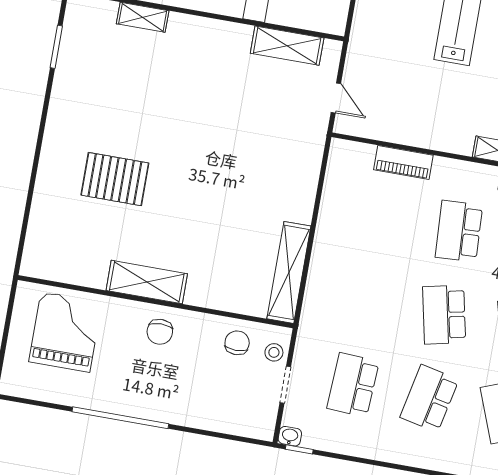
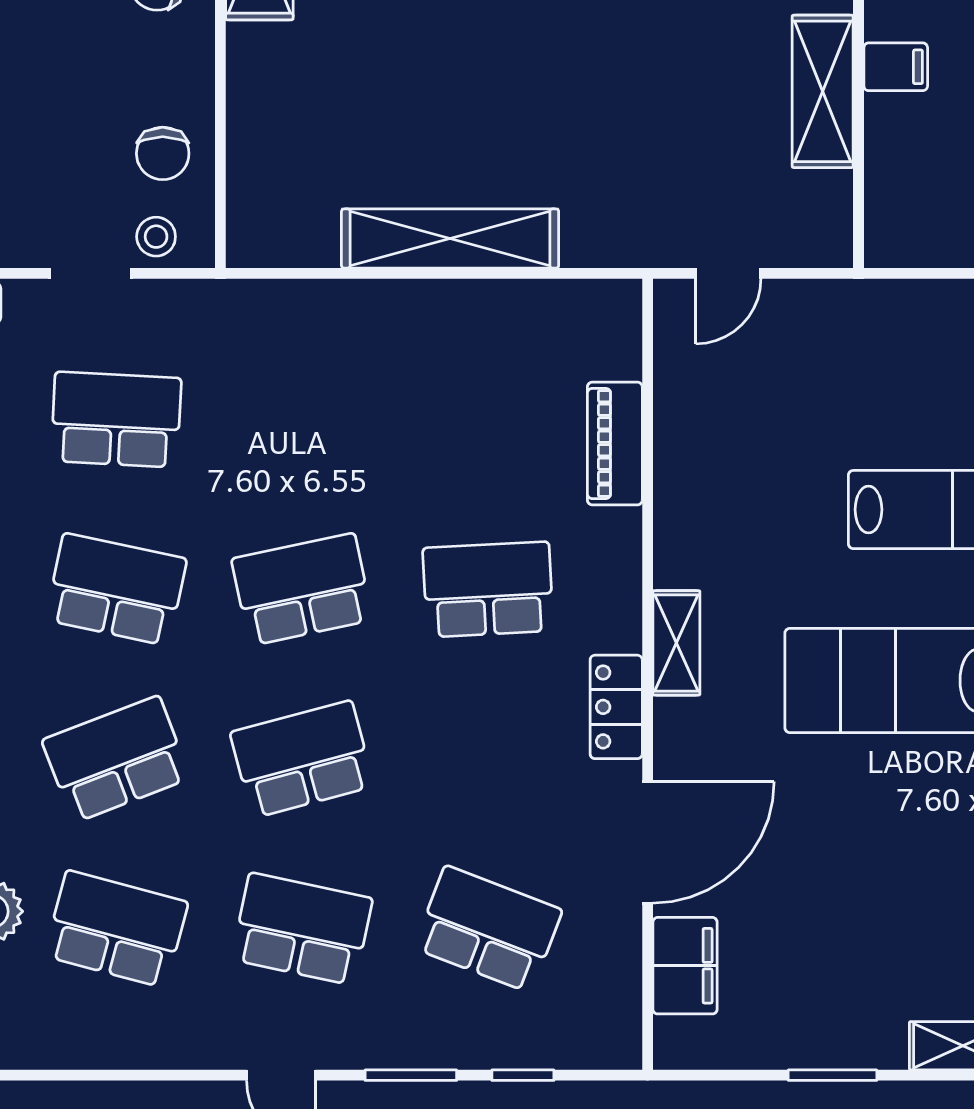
shelving: (287, 46) -> (823, 91), moved
shelving: (289, 272) -> (450, 239), moved
chair: (237, 343) -> (163, 153), turned 90

